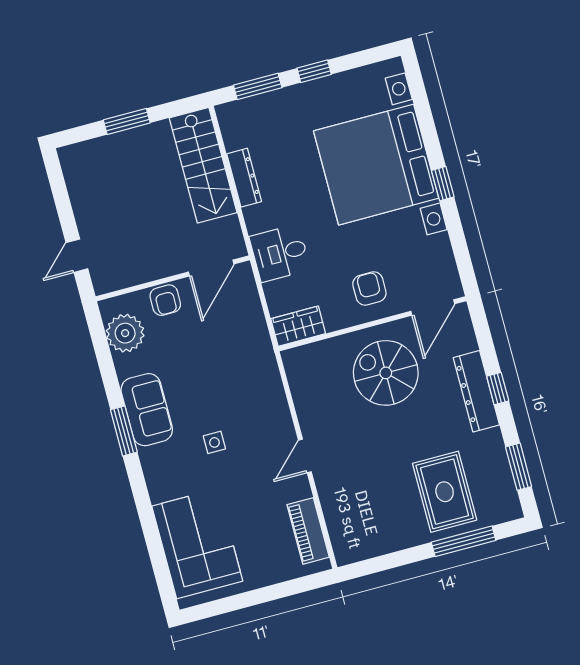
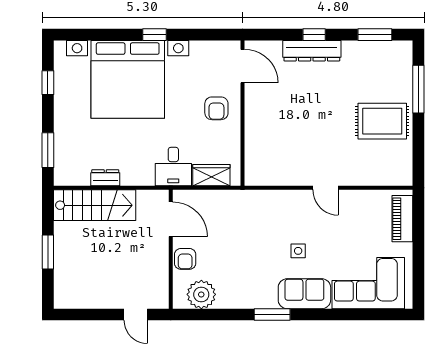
window: (314, 71) -> (48, 83), moved
dresser: (244, 178) -> (105, 178), width x0.70
armchair: (369, 288) -> (216, 108), turned -90
armchair: (165, 300) -> (185, 259), turned 90
wardrobe: (298, 326) -> (211, 175), moved, turned 90
spiral stairs: (386, 373) -> (281, 113), removed
sofa: (147, 410) -> (304, 294), moved
rug: (445, 492) -> (382, 121), moved
piano: (308, 531) -> (402, 219), moved, turned 90

